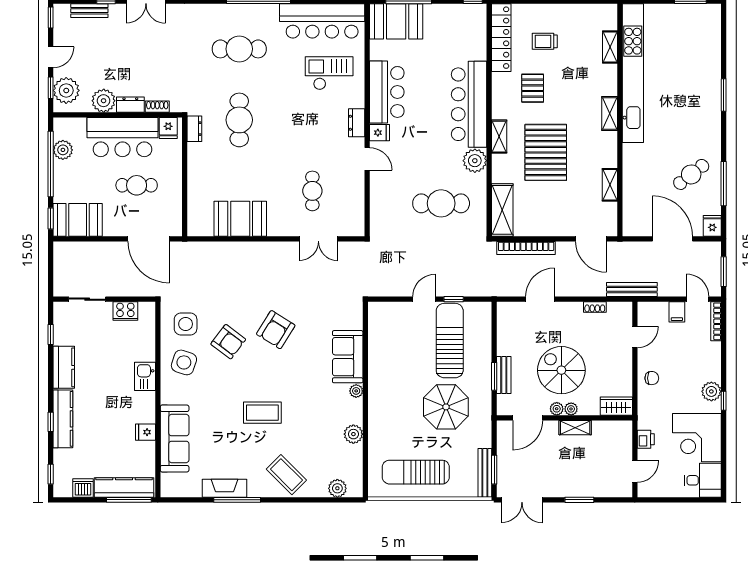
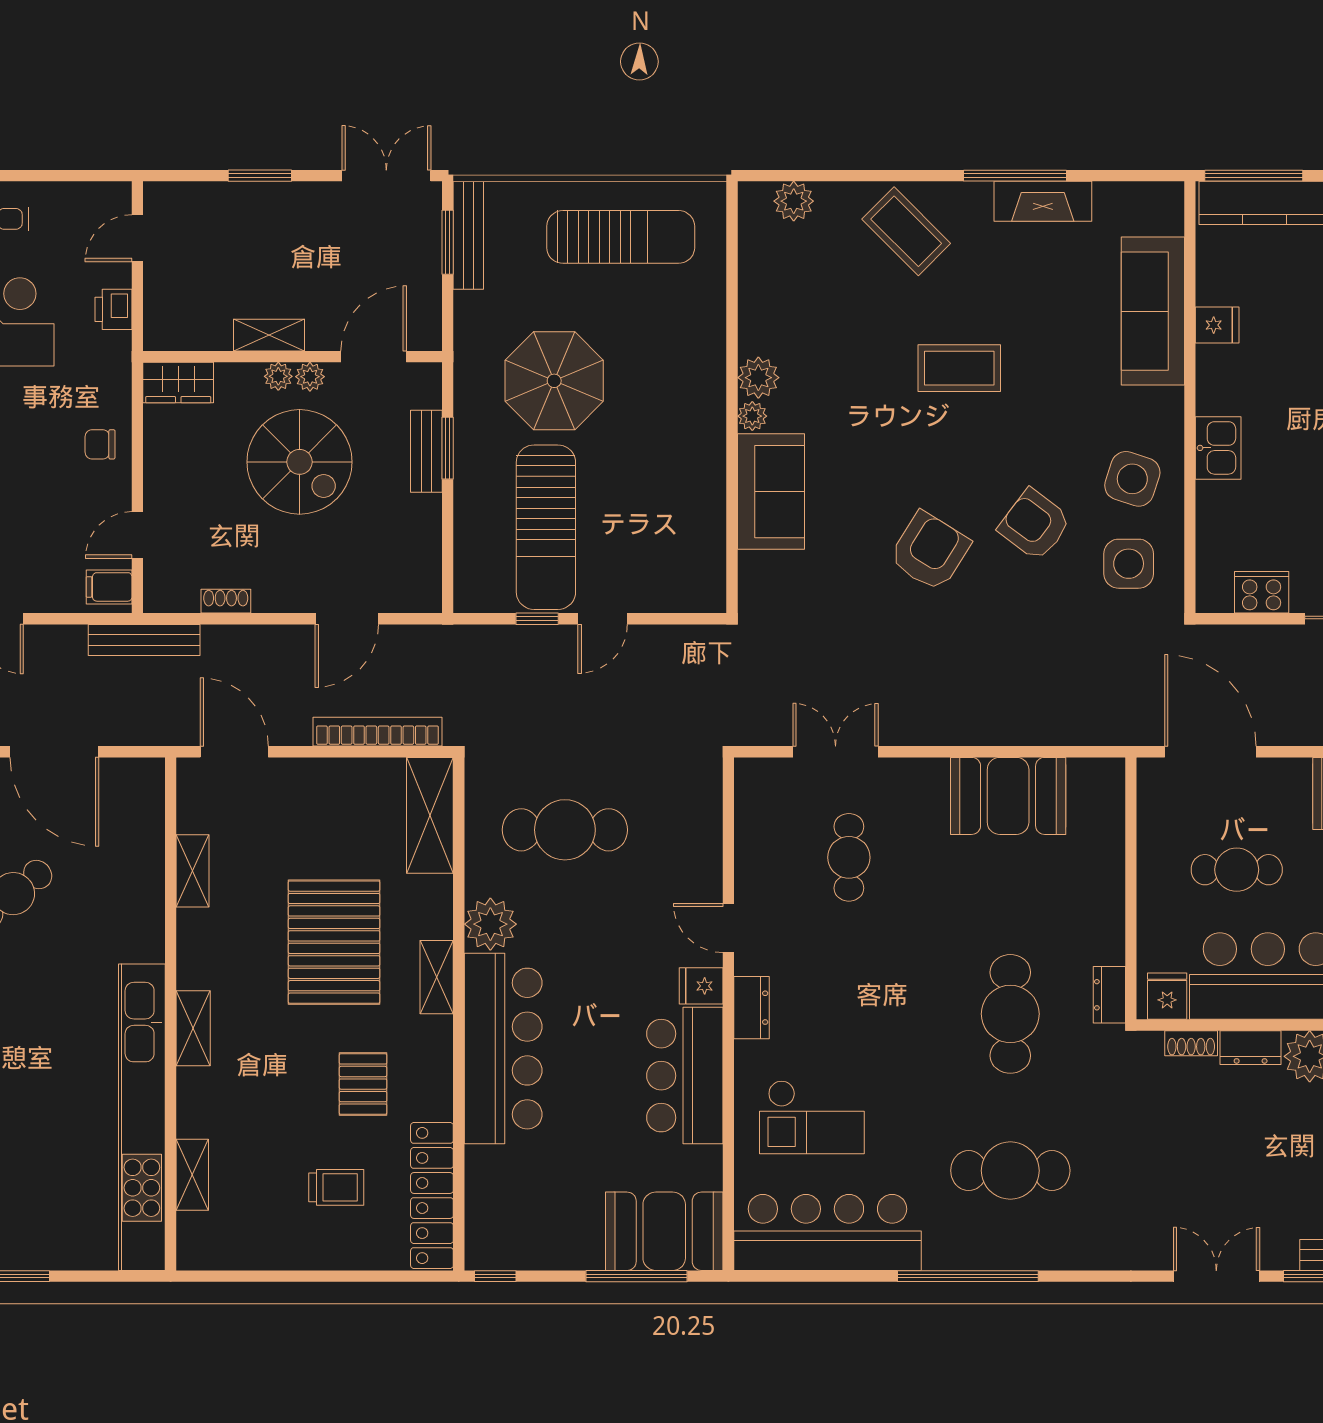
filing cabinet: (677, 312) -> (109, 587), moved, turned -90
plant: (353, 434) -> (758, 378), moved

